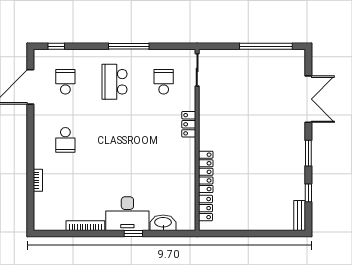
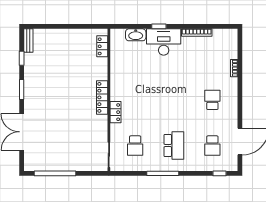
locker: (206, 172) -> (102, 97), moved

